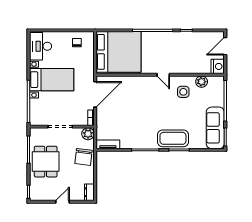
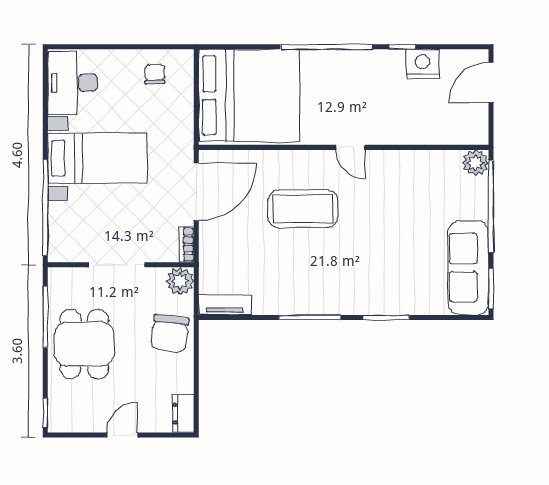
nightstand: (218, 66) -> (423, 64), moved, turned -90
plant: (202, 82) -> (476, 163), moved
side table: (183, 92) -> (396, 186), removed
coffee table: (173, 138) -> (303, 209), moved

